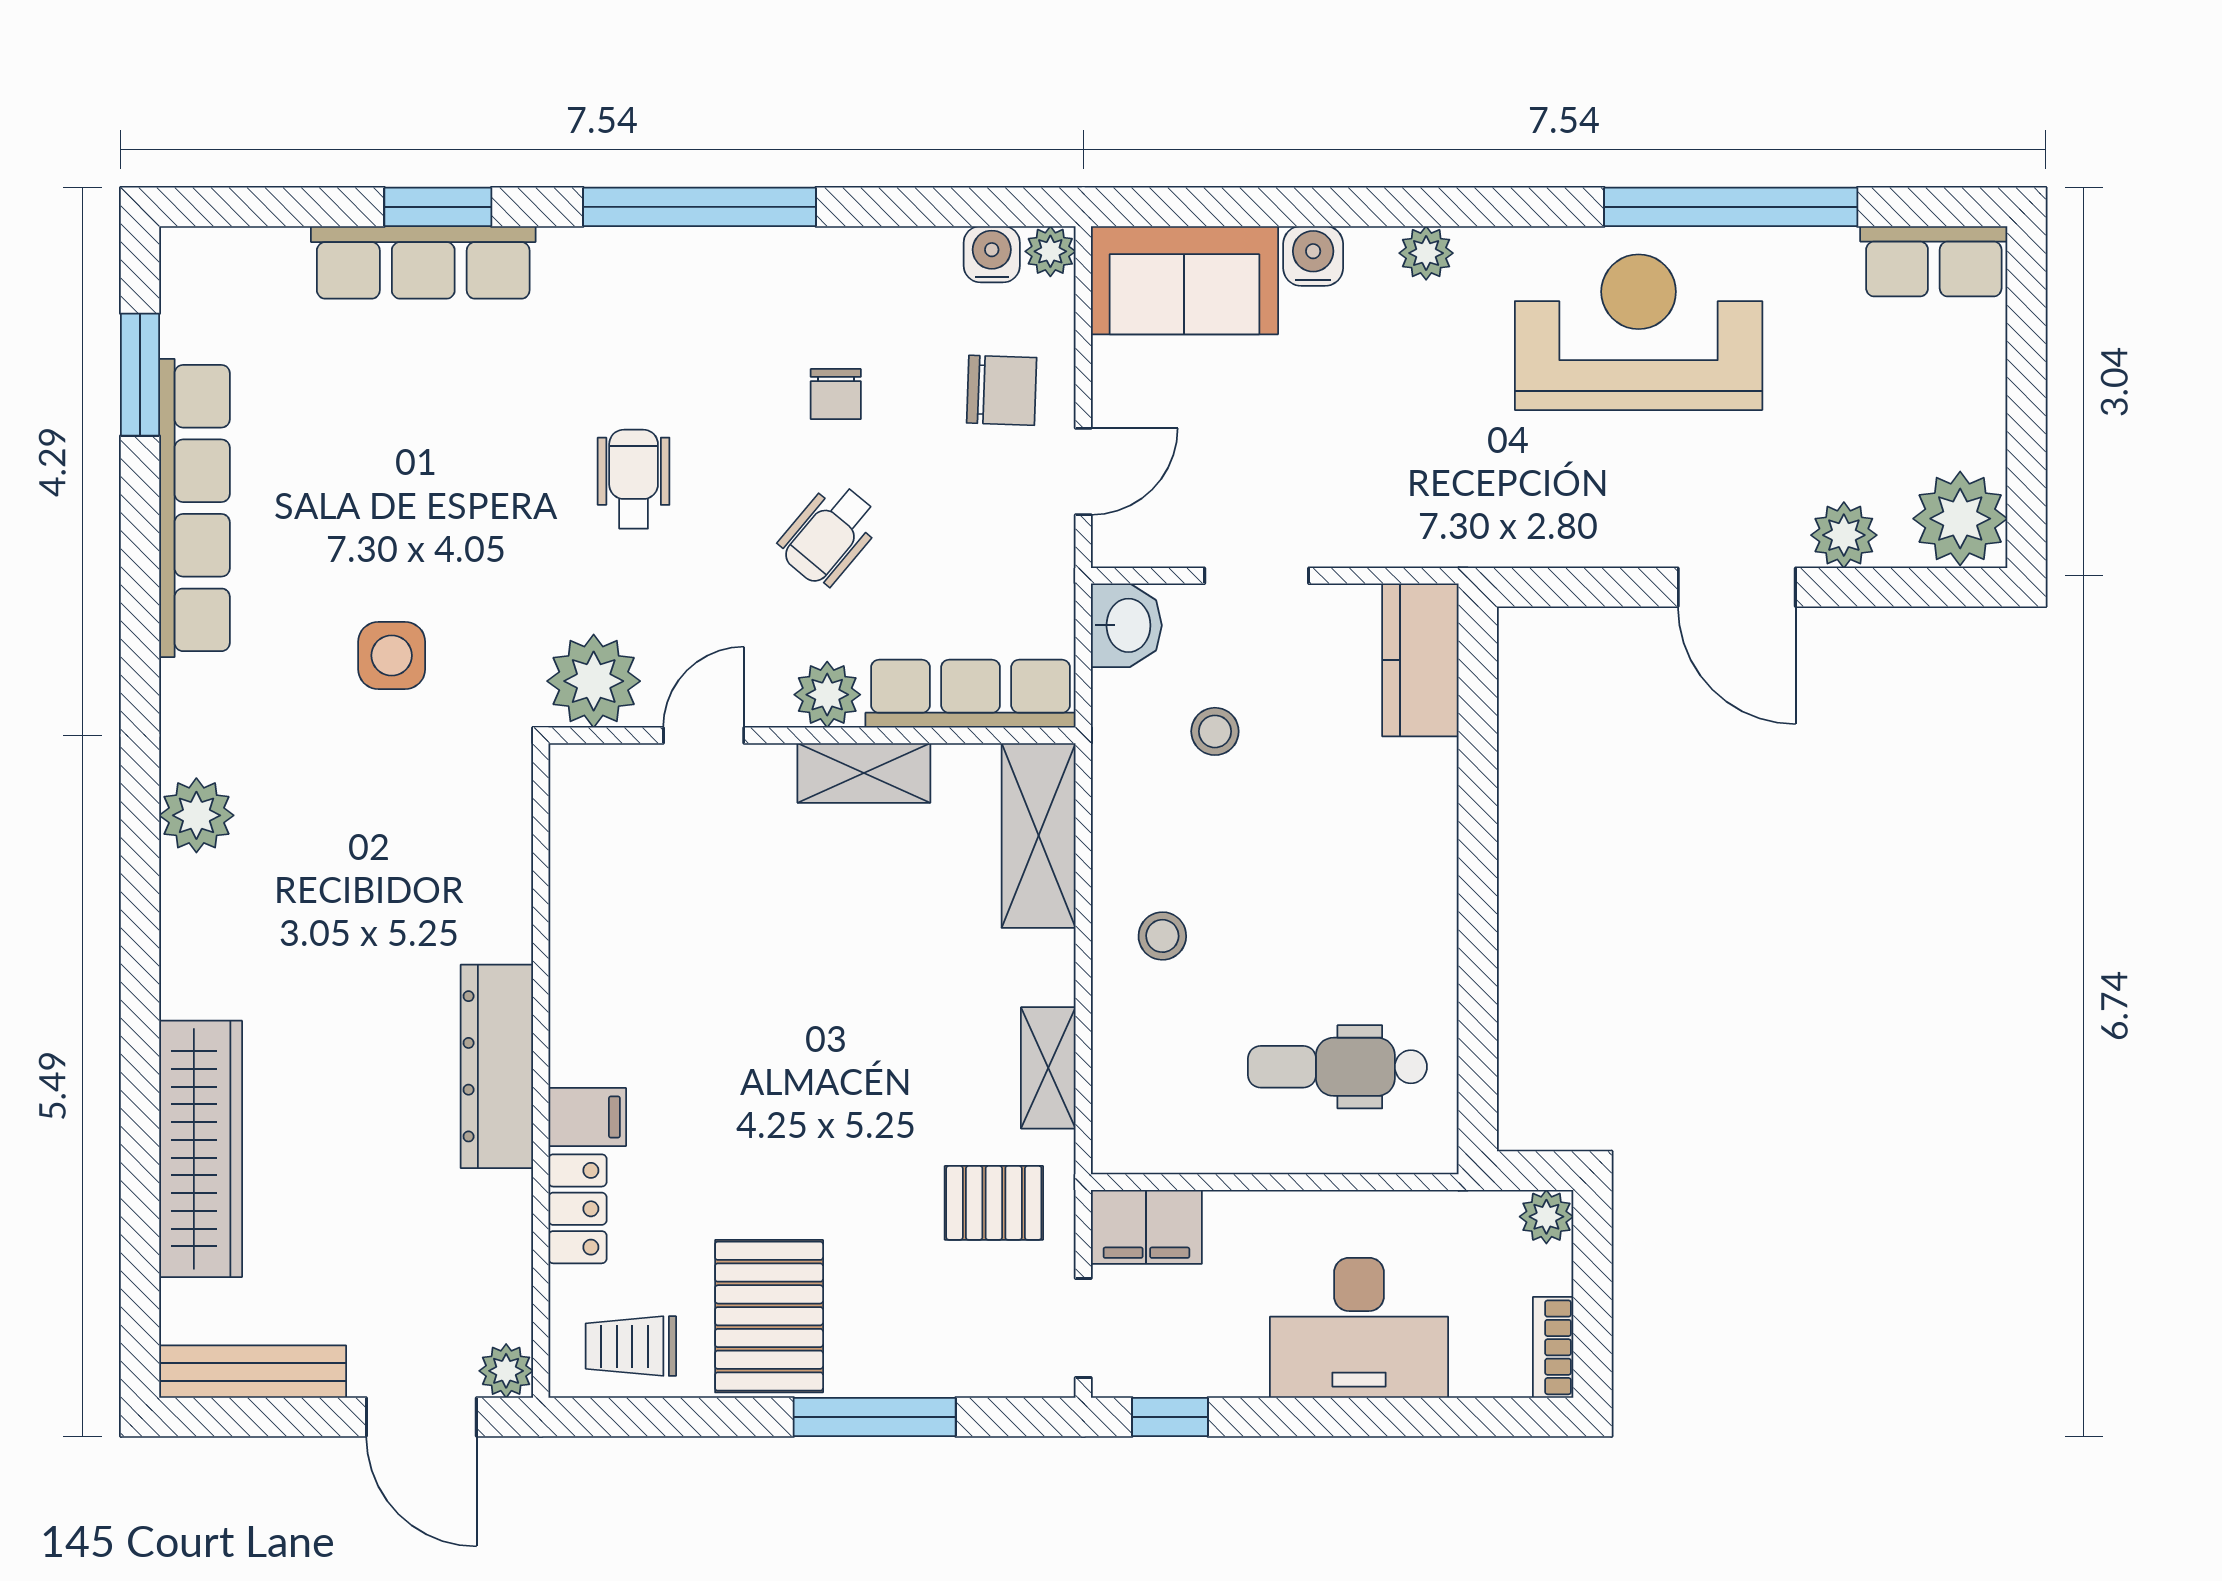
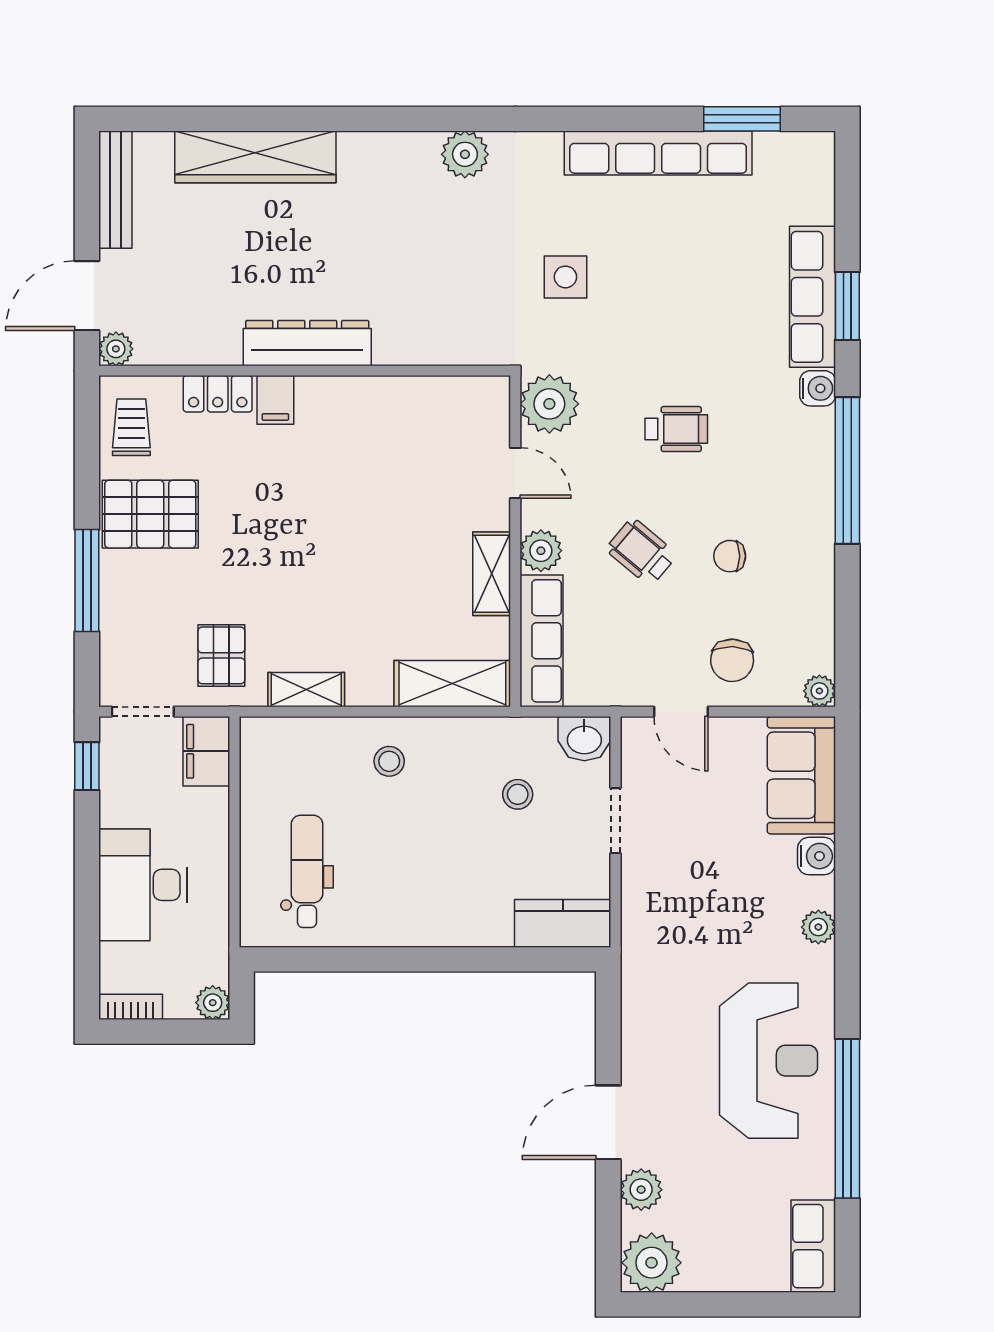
water cooler: (992, 254) -> (818, 388), moved

